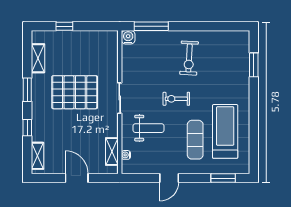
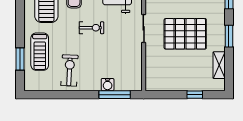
water cooler: (128, 37) -> (108, 85), moved
exercise bike: (189, 58) -> (69, 70), moved
treadmill: (232, 73) -> (40, 52), added

